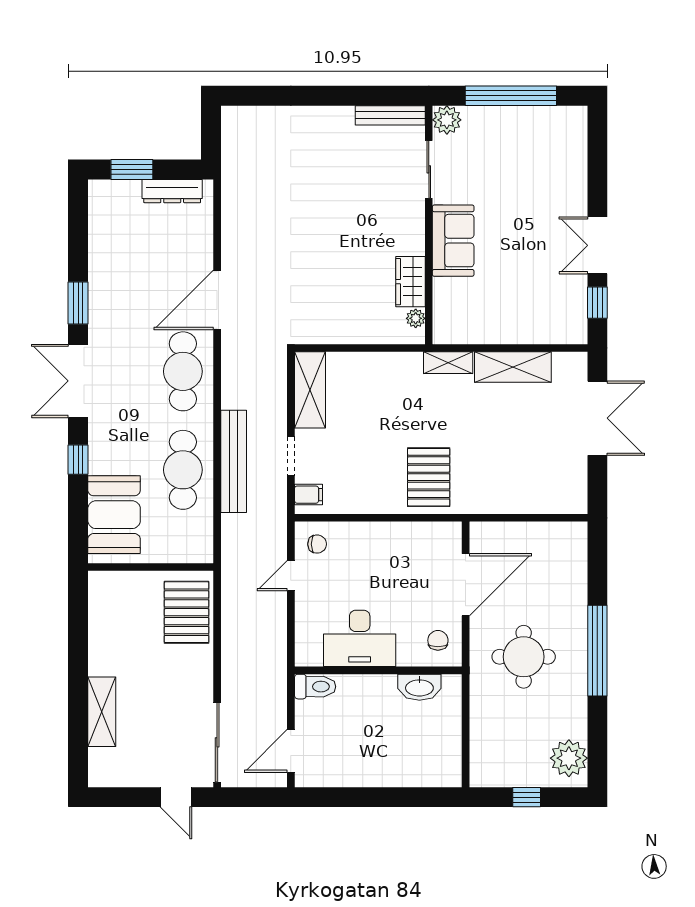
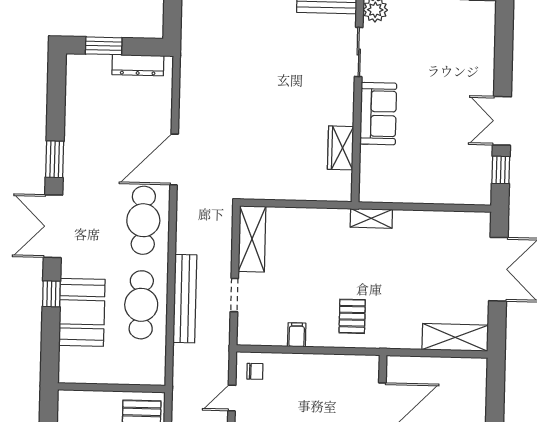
plant: (416, 318) -> (344, 180), removed
shelving: (513, 367) -> (455, 337), moved
pallet: (429, 477) -> (352, 316), width x0.67, depth x0.71
filing cabinet: (308, 495) -> (297, 335), moved, turned -90
booth: (114, 515) -> (82, 312), moved

